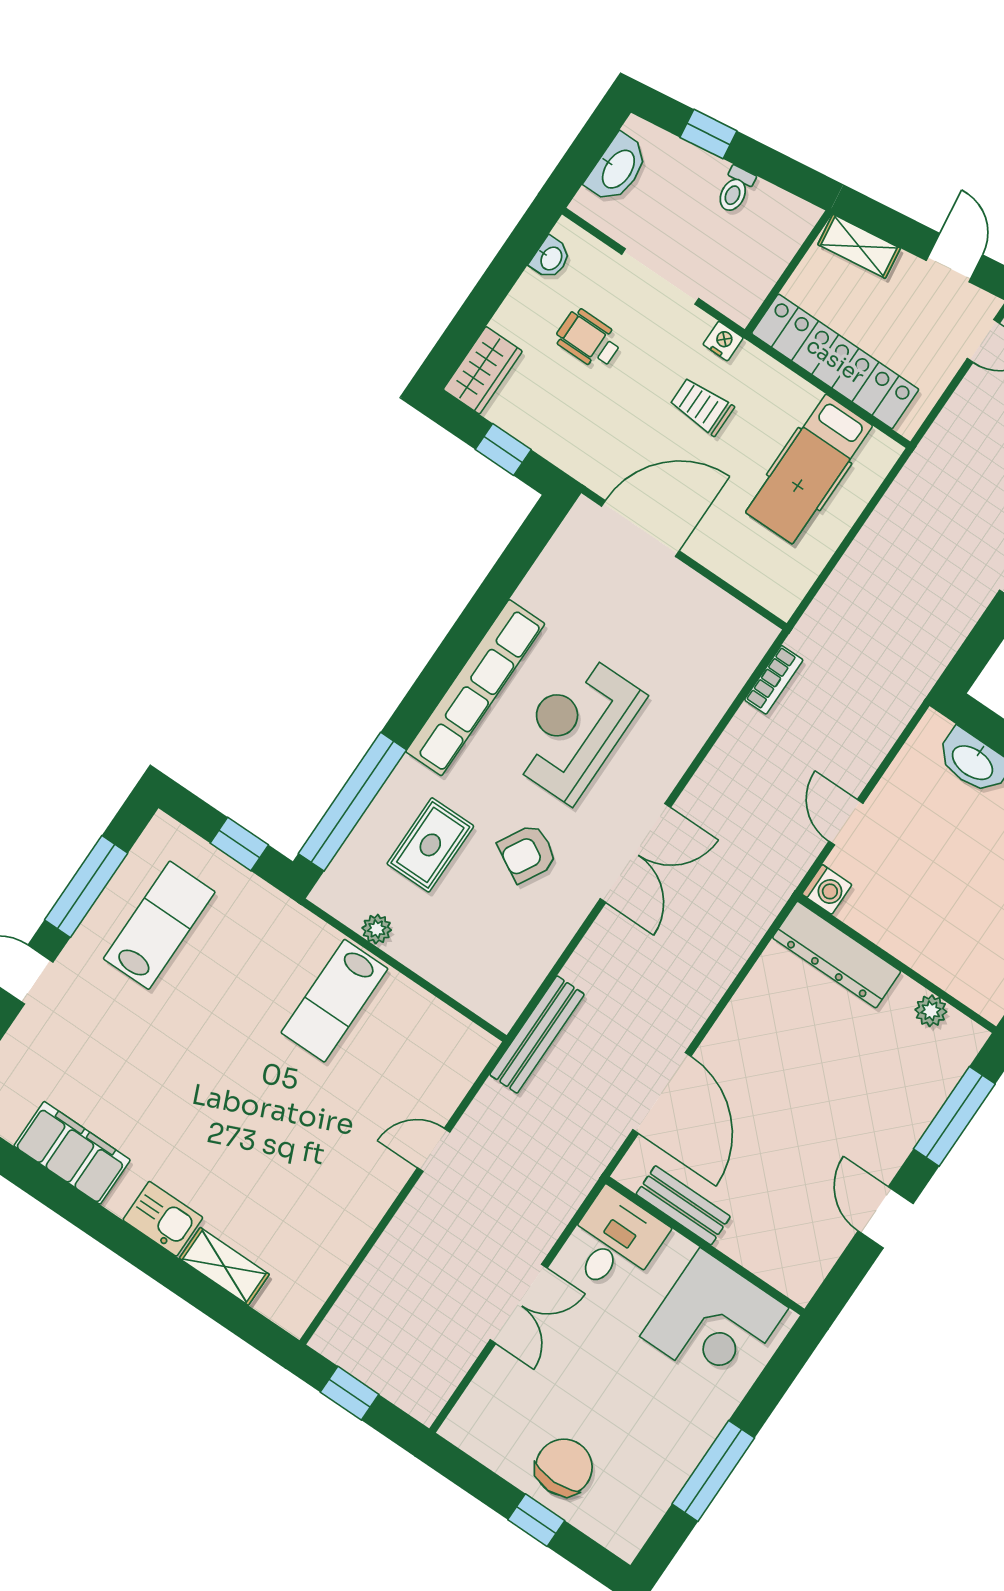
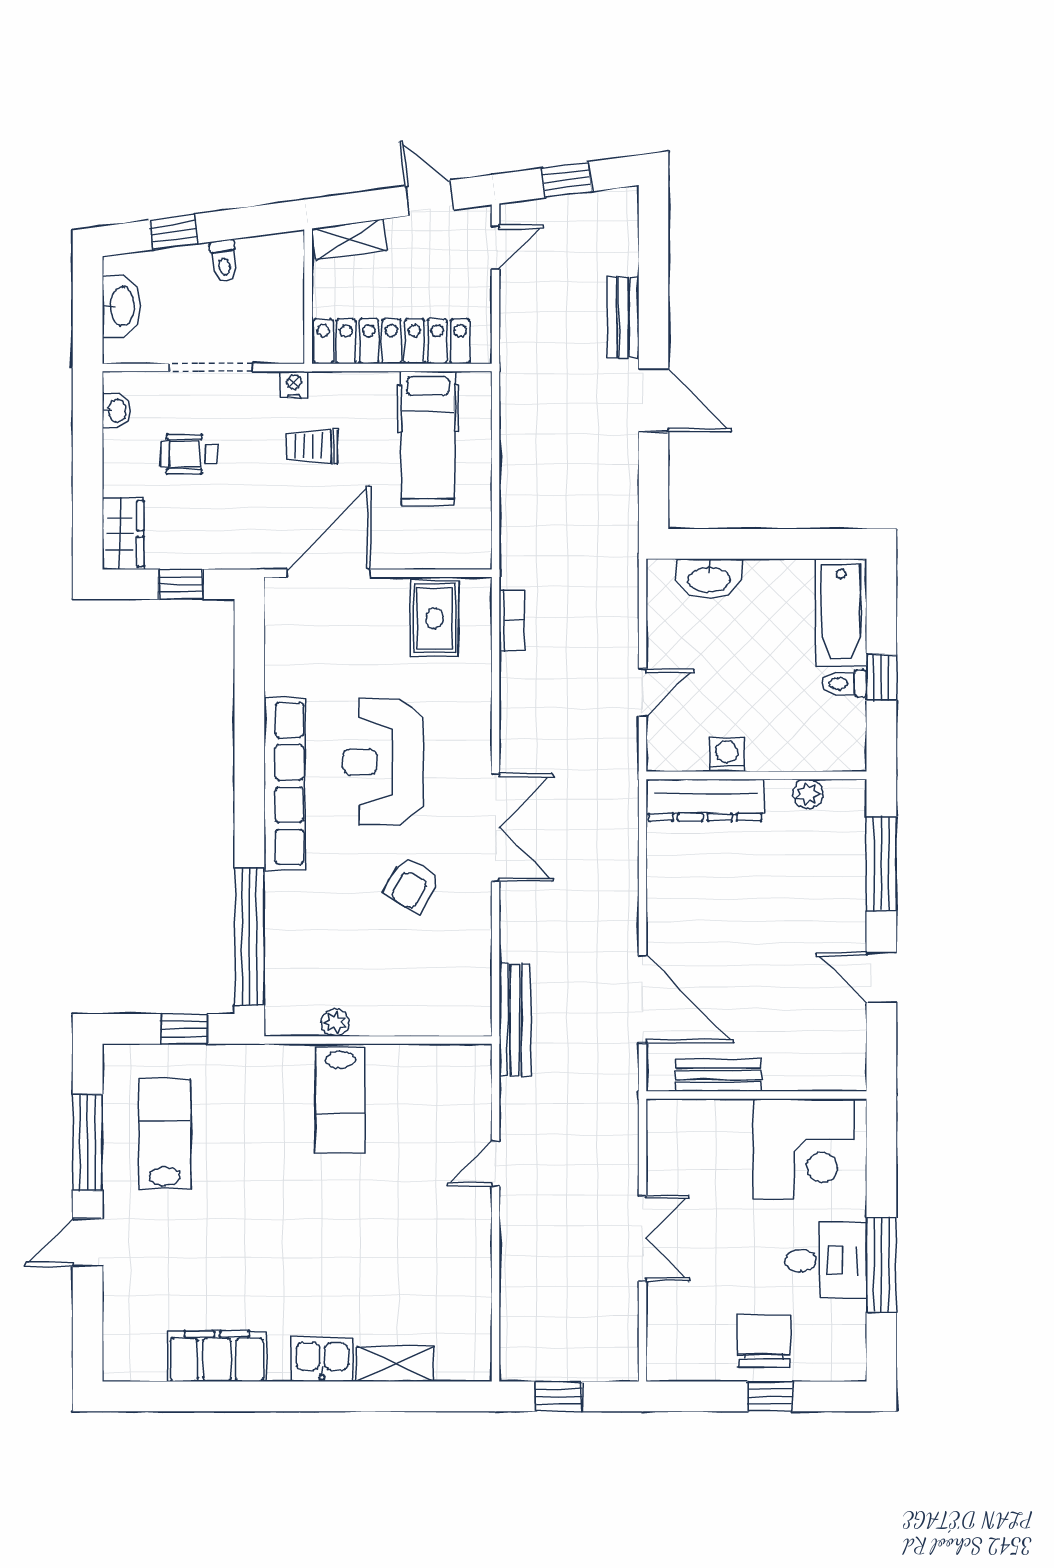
door: (846, 822) -> (643, 693), swing flipped
rug: (430, 845) -> (434, 618), moved
washing machine: (827, 889) -> (727, 755), moved, turned -90
desk: (614, 1242) -> (826, 1260), moved, turned 90

